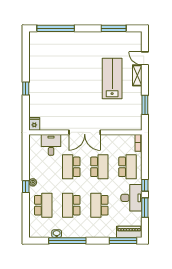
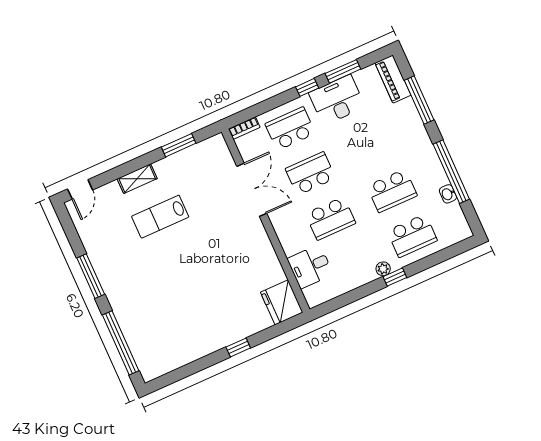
window: (114, 28) -> (91, 276), moved
door: (145, 58) -> (80, 189), moved
lab bench: (112, 79) -> (160, 217), width x0.73, depth x0.72
fridge: (34, 124) -> (282, 302), width x1.88, depth x1.34
double door: (85, 132) -> (252, 190), moved
school desk: (43, 205) -> (412, 236), turned 180
school desk: (99, 205) -> (372, 146), removed
window: (123, 241) -> (419, 100), moved

